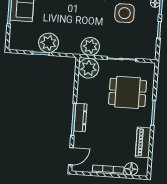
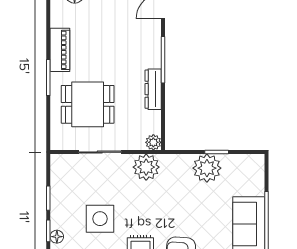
plant: (89, 68) -> (153, 142), width x0.53, depth x0.53
dresser: (80, 117) -> (153, 89), moved
piano: (143, 142) -> (60, 50), moved

